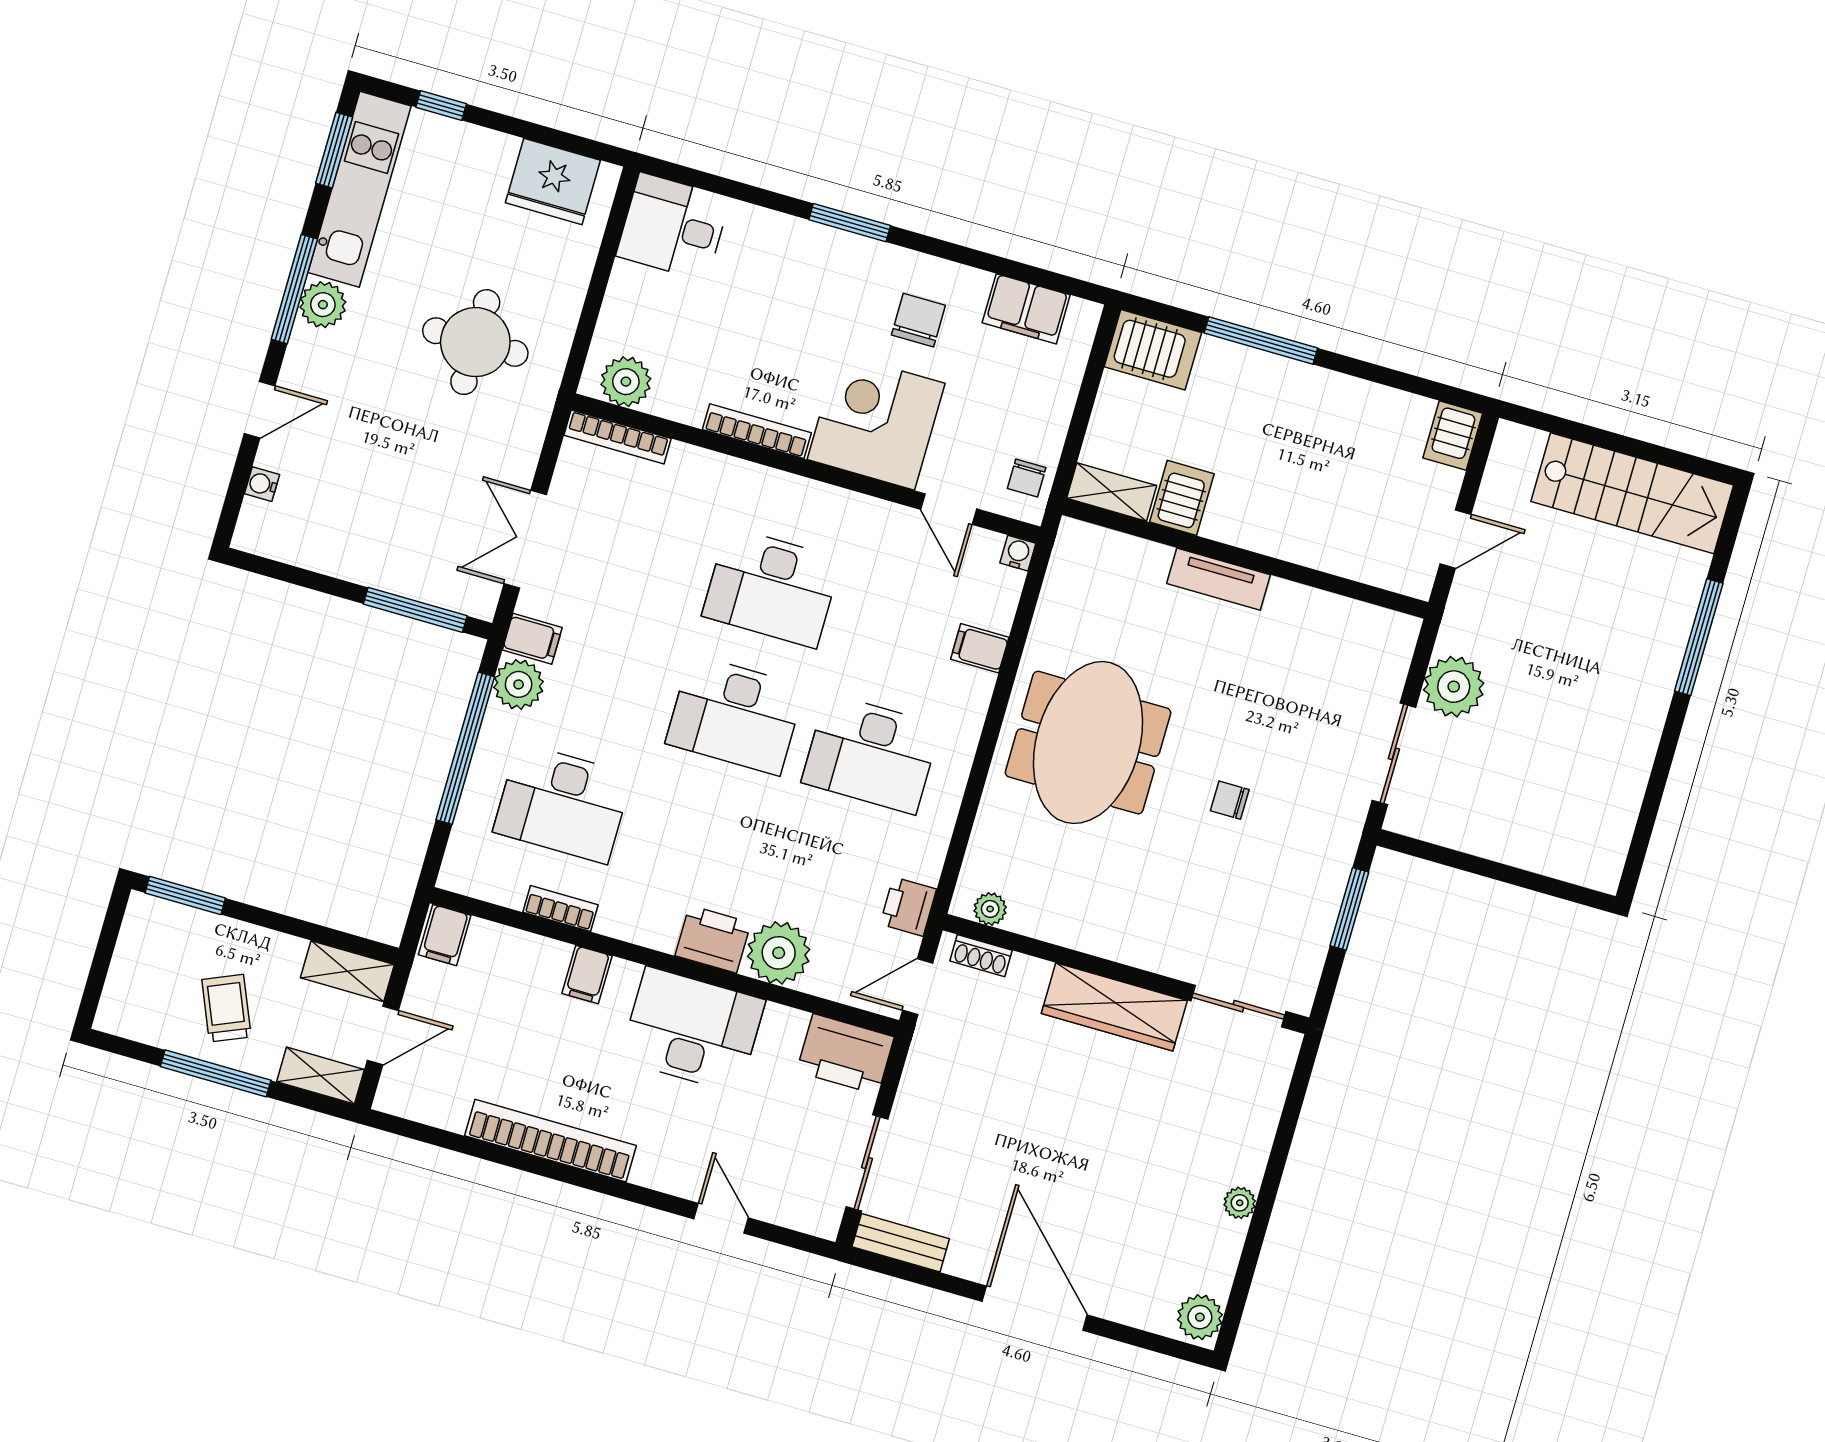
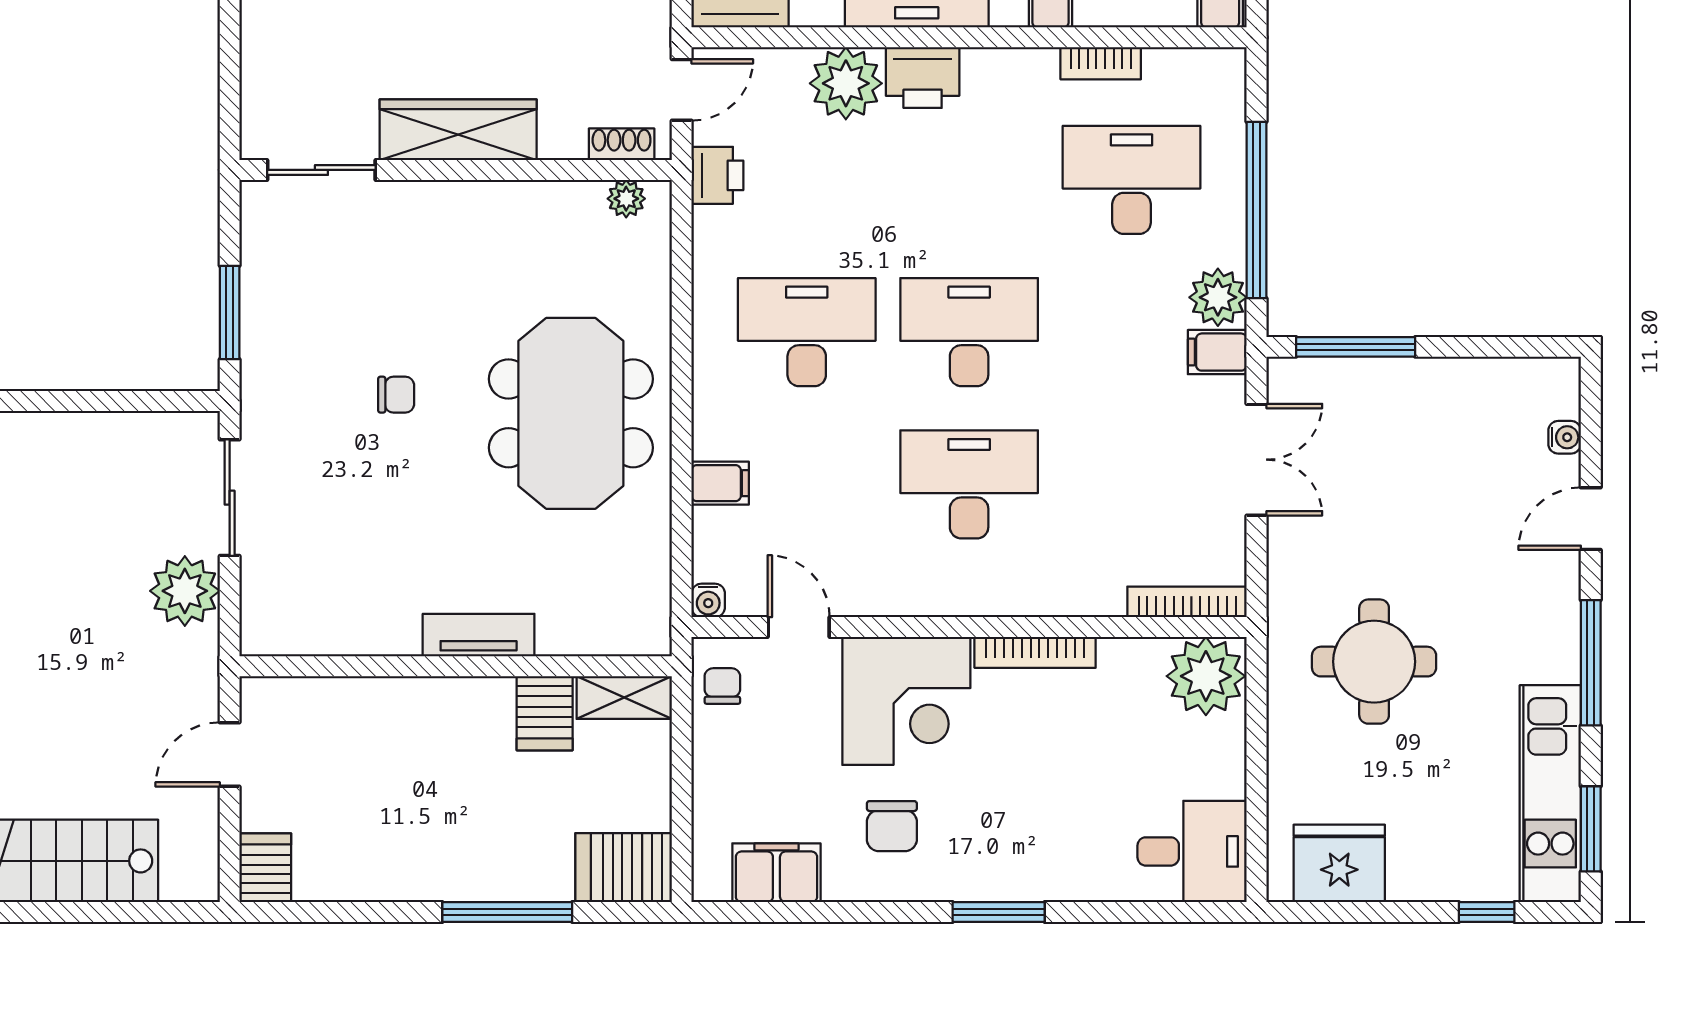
plant: (323, 305) -> (1554, 655), removed
plant: (626, 382) -> (1206, 676), width x1.36, depth x1.36

